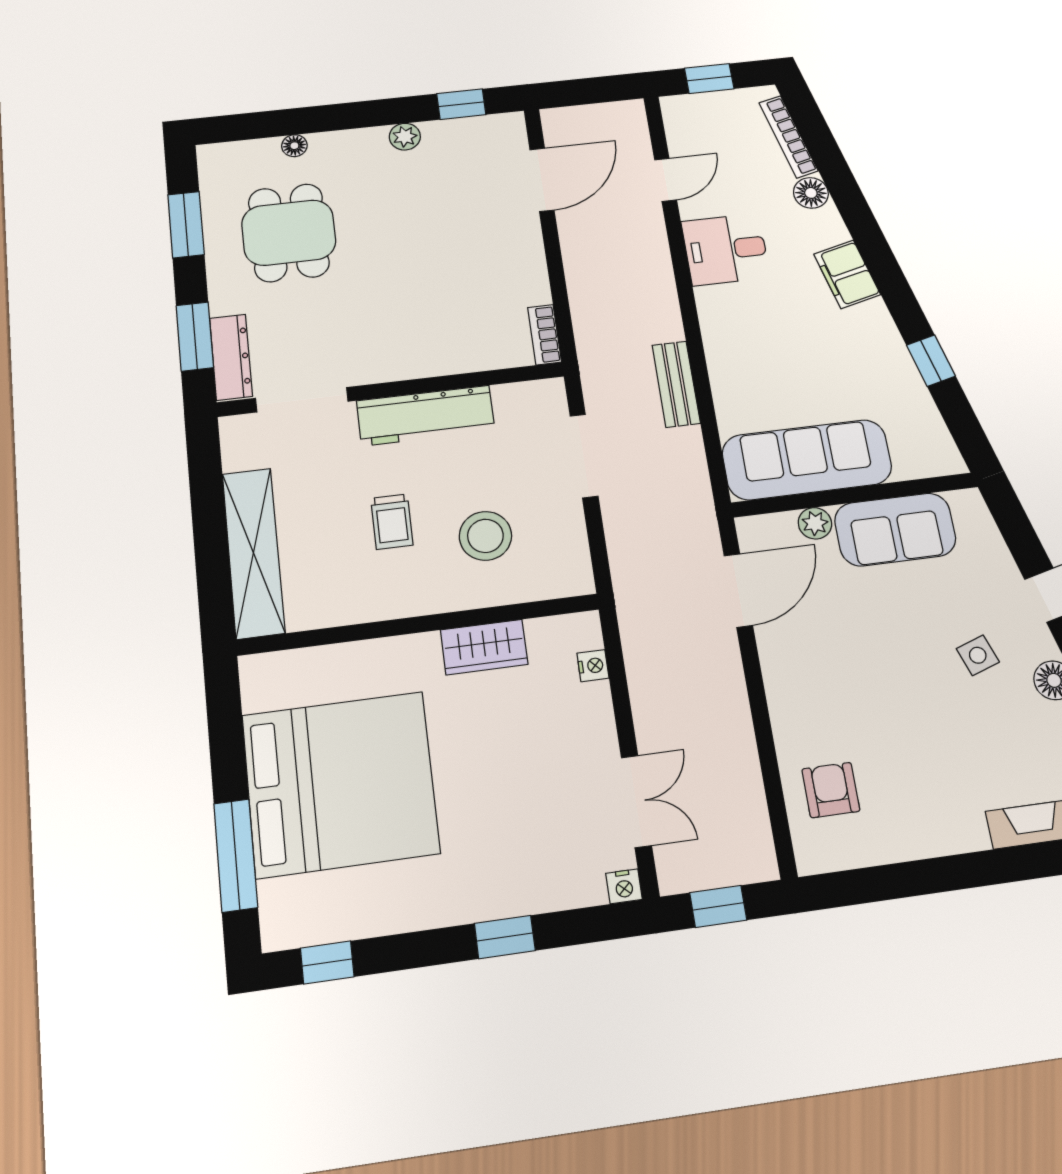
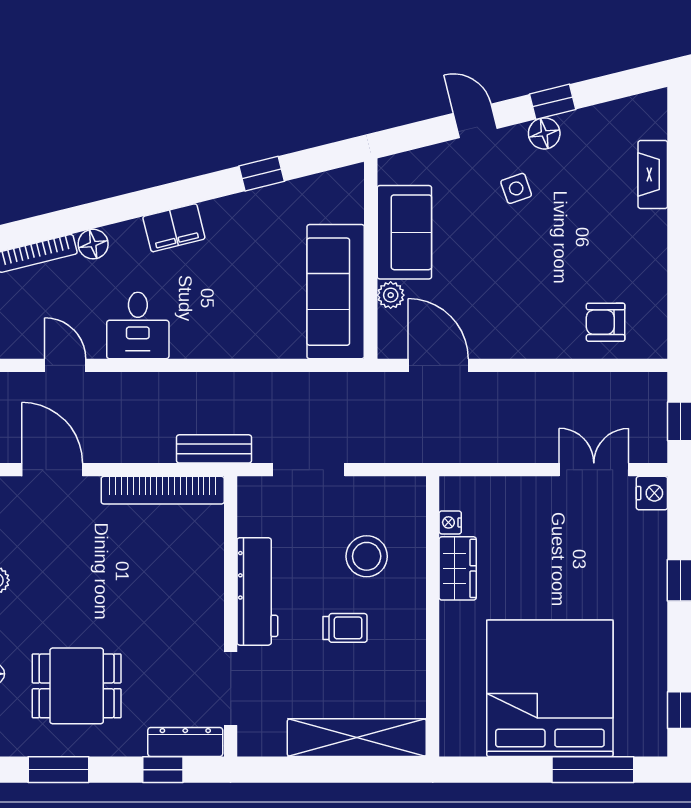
bookcase: (545, 335) -> (163, 490), width x2.31, depth x1.31
window: (195, 336) -> (163, 770), width x0.67
bench: (676, 384) -> (214, 449), moved
nightstand: (593, 666) -> (450, 522), moved, turned -90
nightstand: (624, 886) -> (652, 493), width x1.39, depth x1.35

